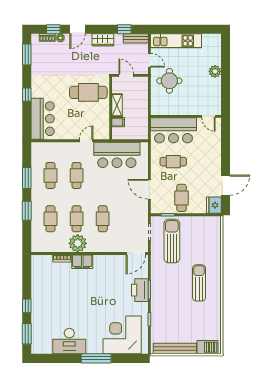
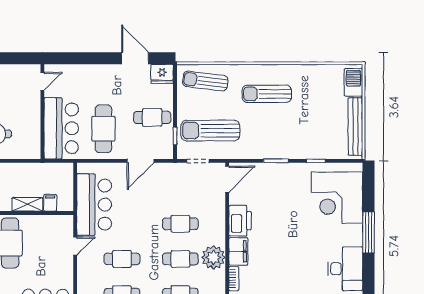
door: (86, 141) -> (75, 246), swing flipped
cafe table: (173, 162) -> (103, 129), width x1.37, depth x1.35
sun lounger: (209, 237) -> (205, 81), added
door: (136, 253) -> (227, 179), hinge flipped
printer: (140, 290) -> (240, 221), moved, turned -90

